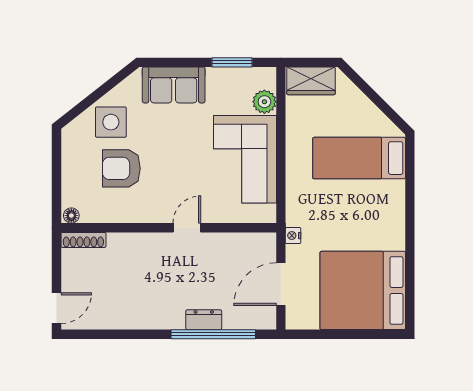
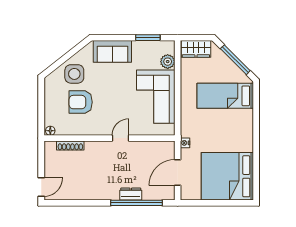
window: (376, 99) -> (235, 60), added
shoe rack: (83, 240) -> (70, 146), moved

